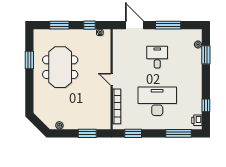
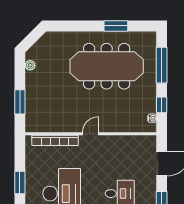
window: (59, 25) -> (162, 65), width x1.44
meeting table: (60, 67) -> (107, 66), width x1.36
window: (133, 133) -> (20, 182), moved

